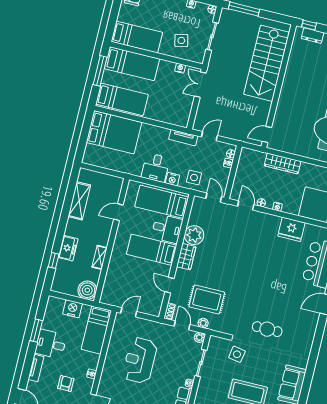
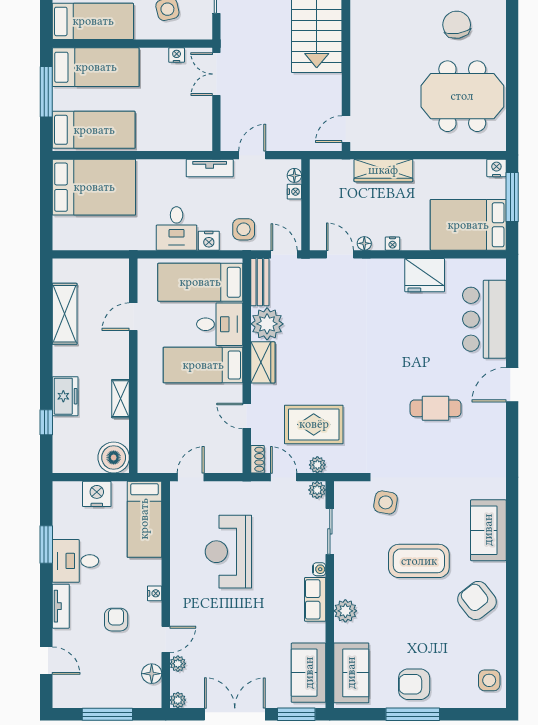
bench: (196, 210) -> (260, 282), added
cafe table: (267, 329) -> (436, 408), moved

